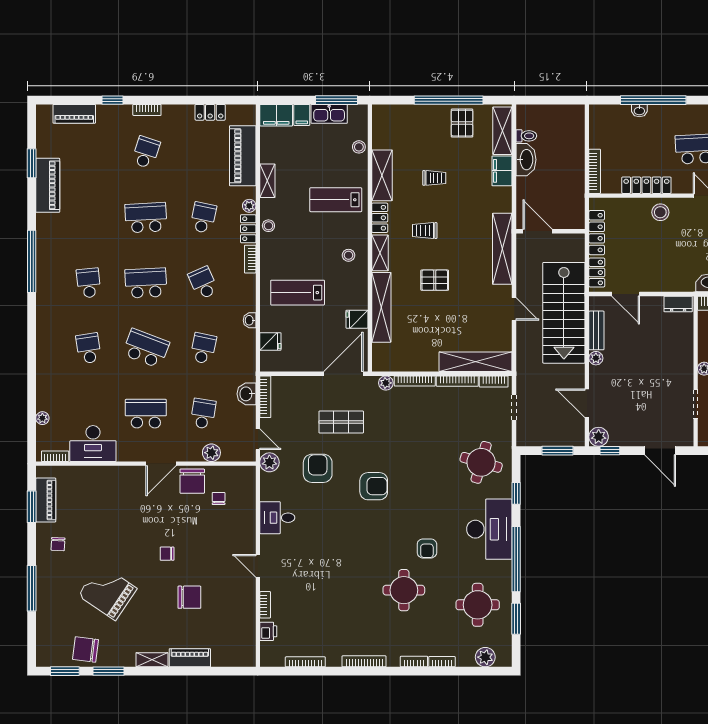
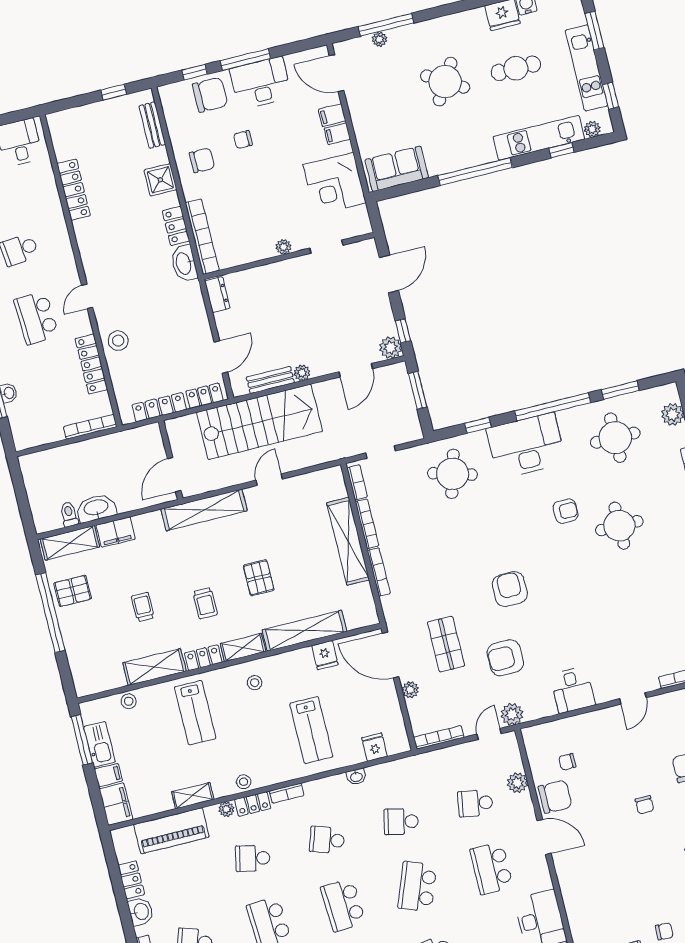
school desk: (203, 283) -> (327, 840), turned 42
shelving: (476, 362) -> (348, 541), moved
plant: (386, 383) -> (410, 690), moved
washbasin: (246, 394) -> (141, 912), moved, turned -90

